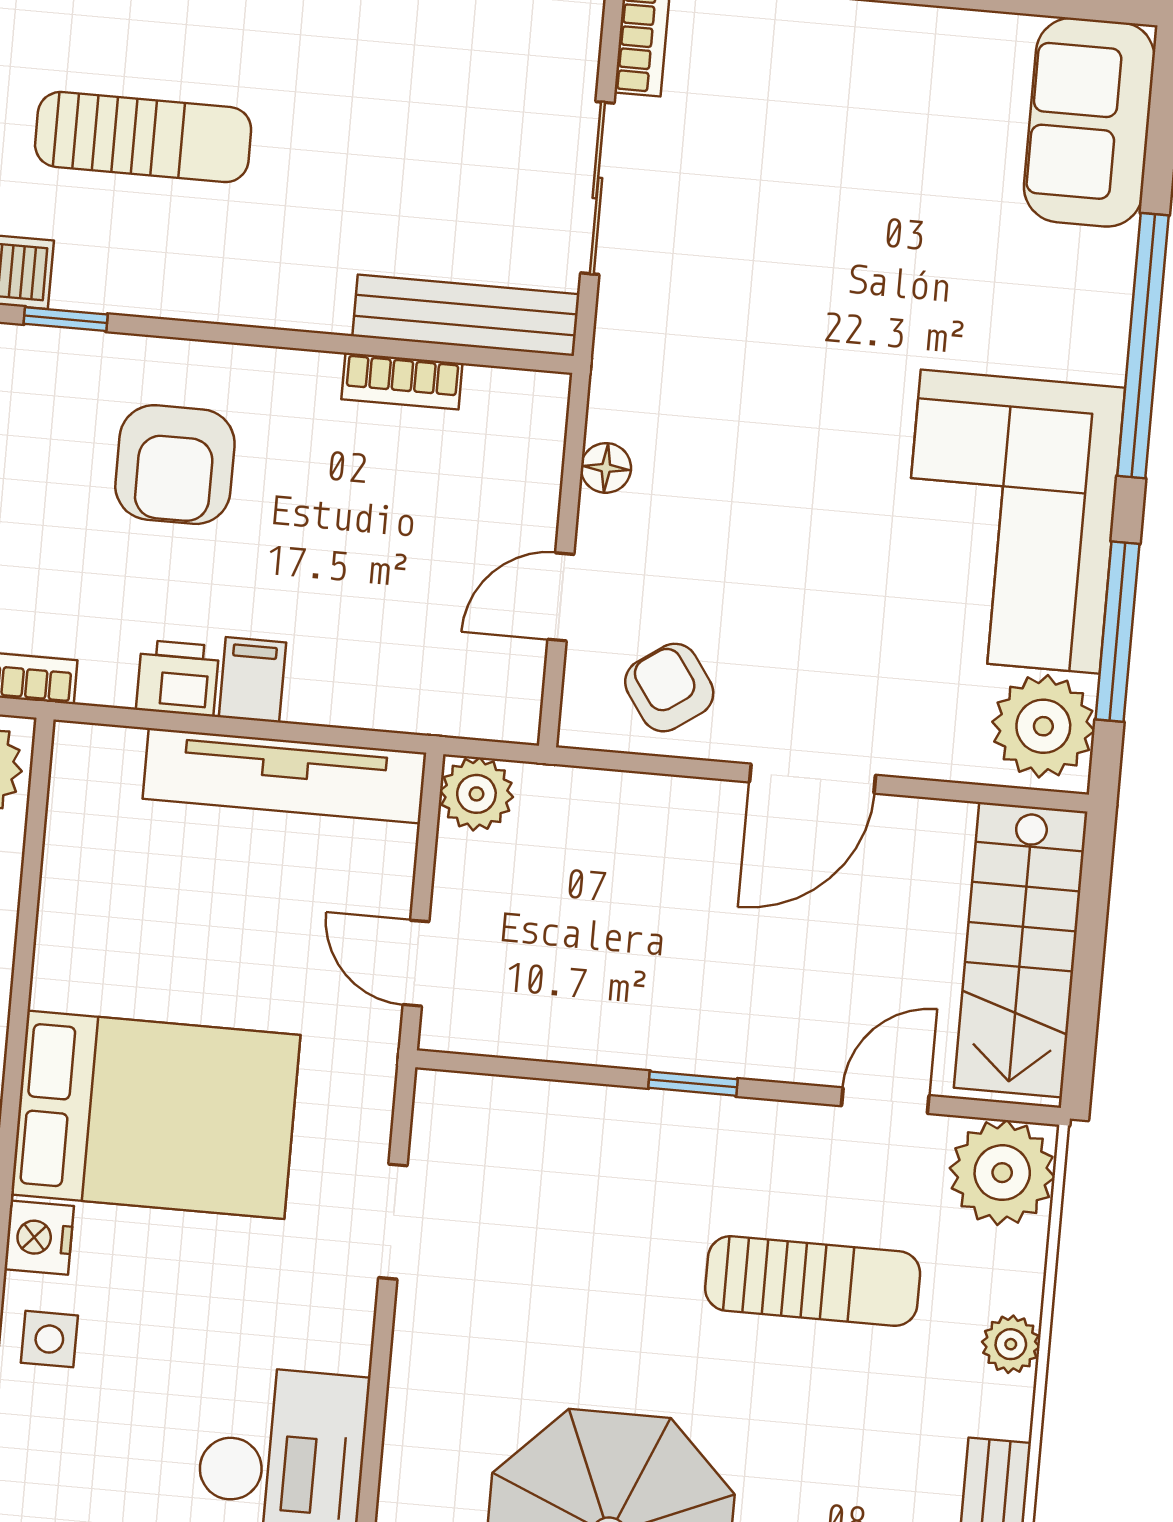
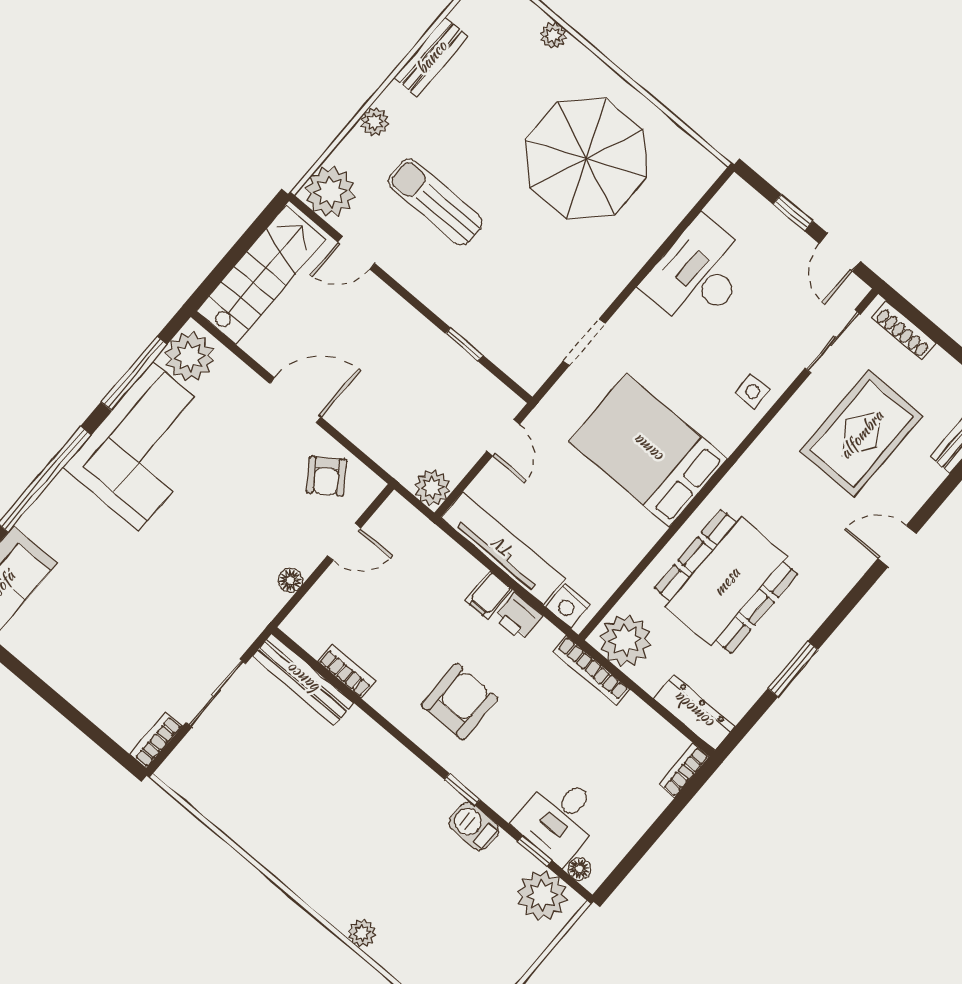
sun lounger: (143, 137) -> (381, 840), removed
window: (693, 1084) -> (464, 344), moved
nightstand: (39, 1238) -> (568, 606), moved, turned 90

